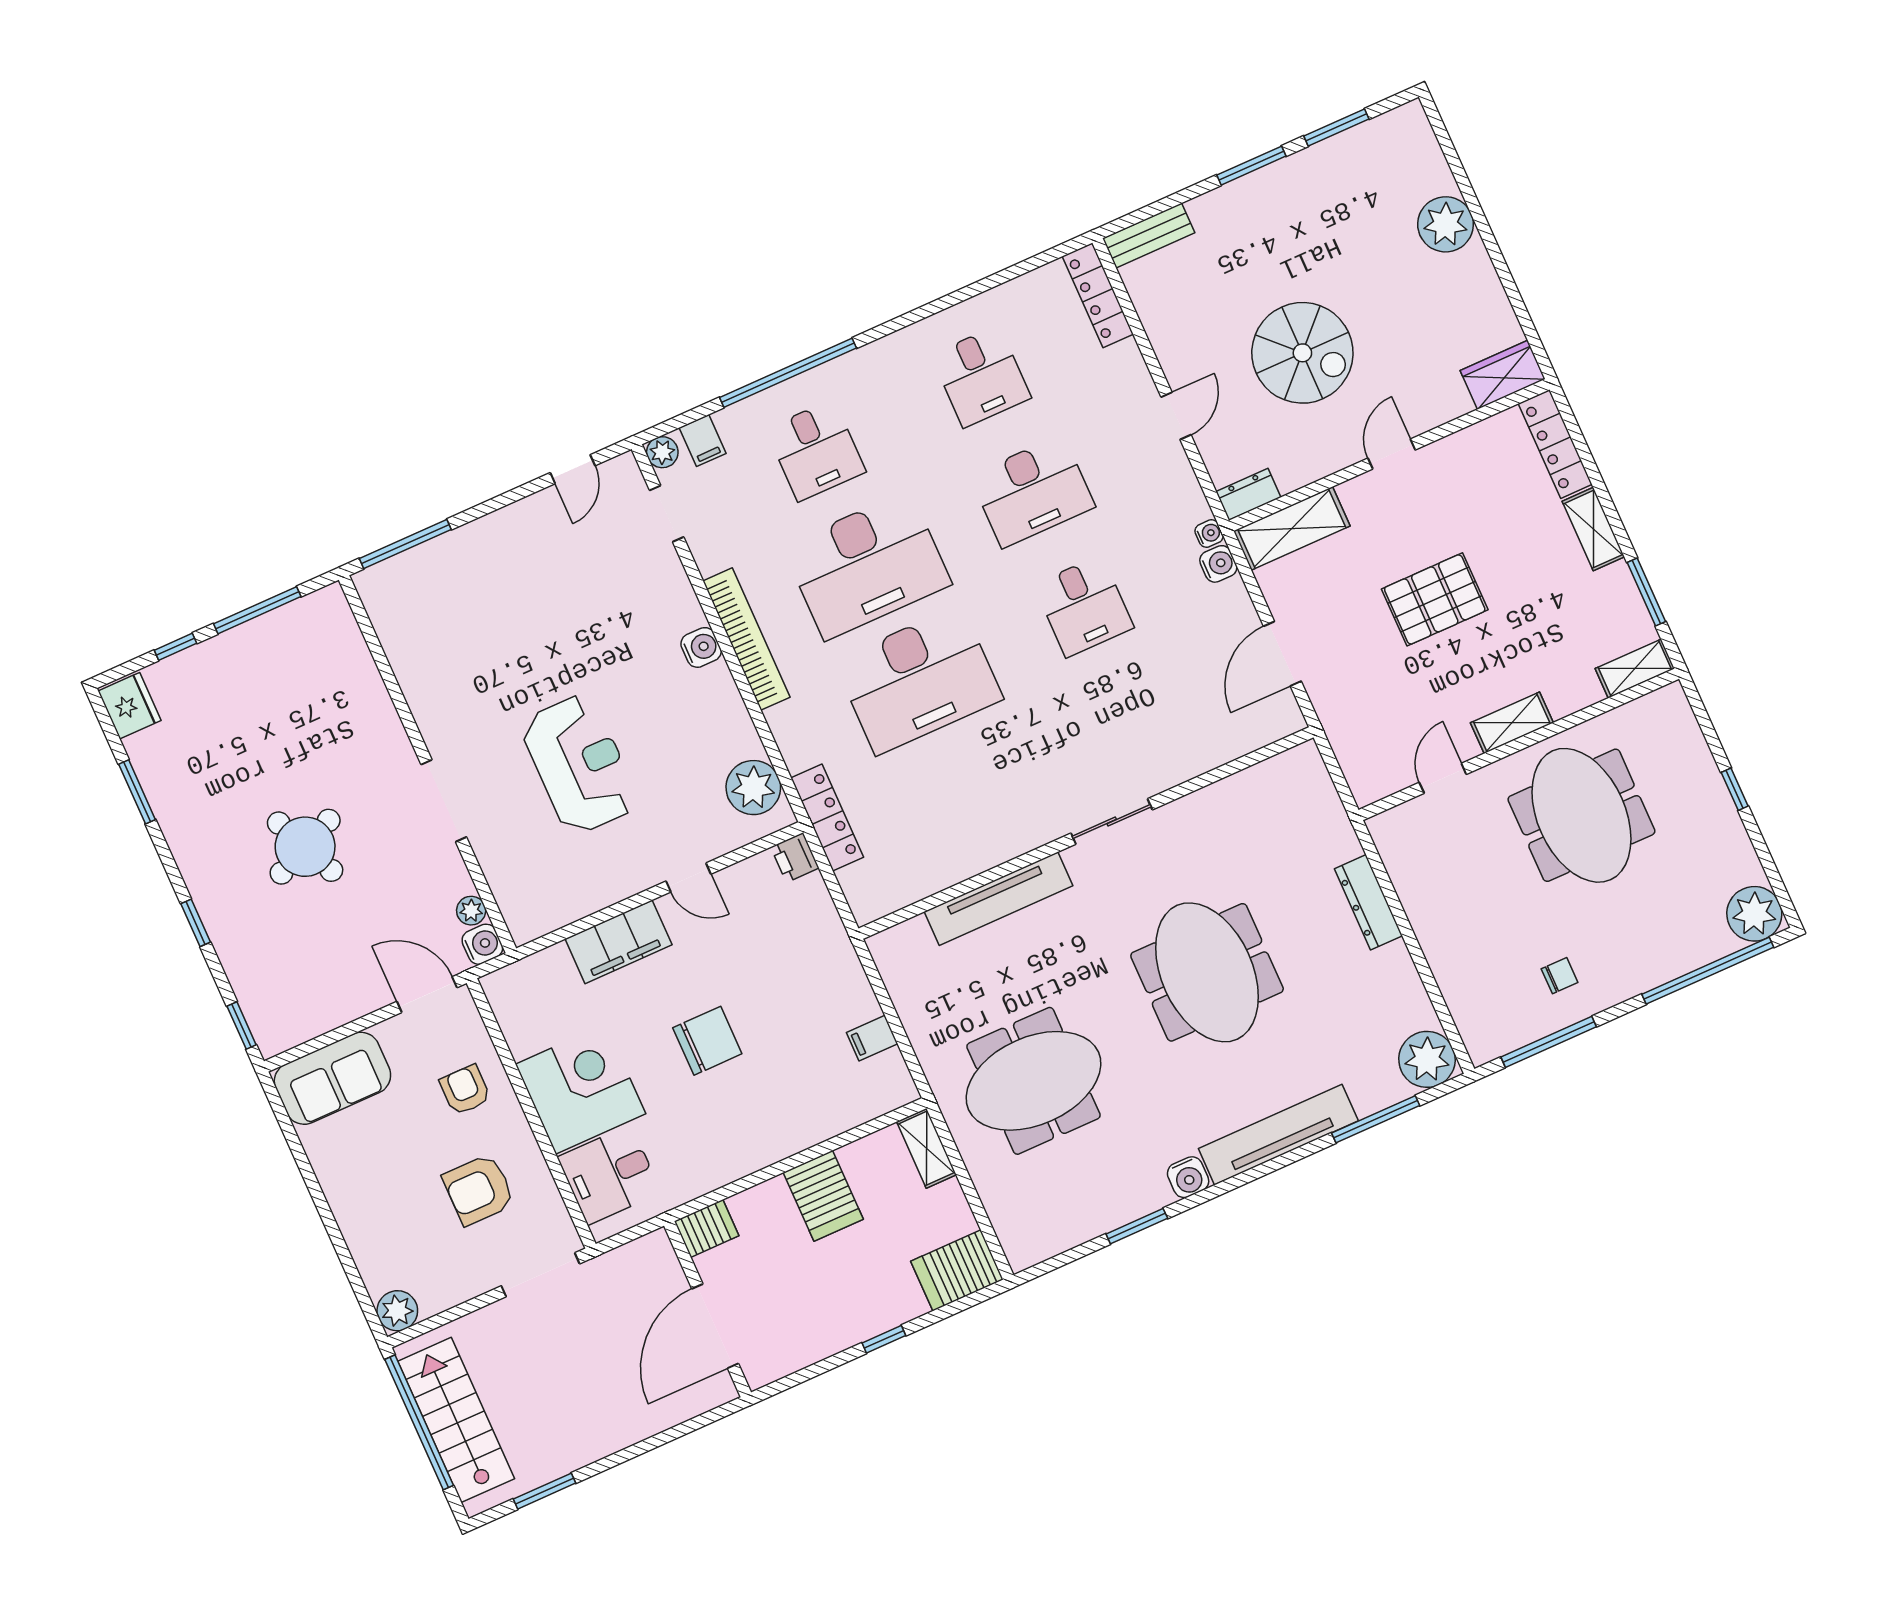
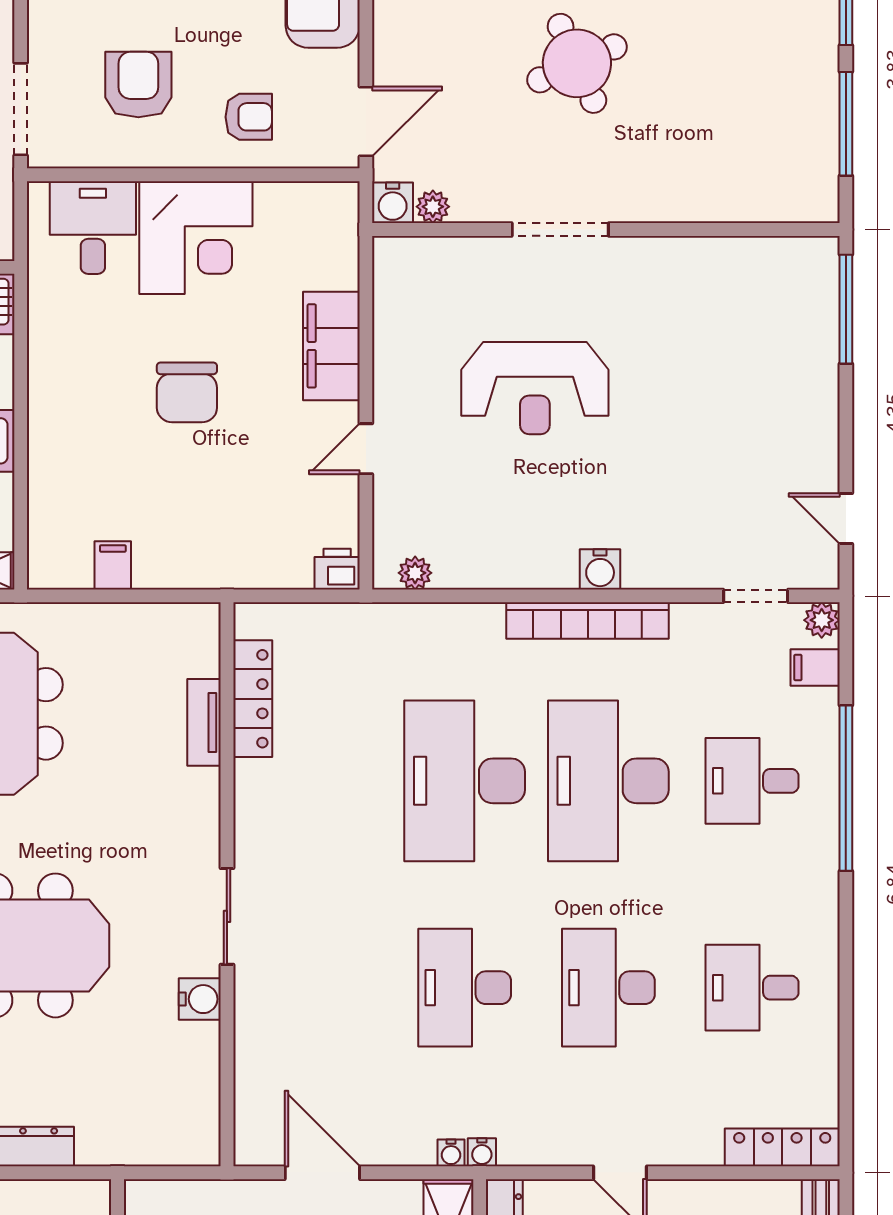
water cooler: (1218, 564) -> (451, 1153), width x0.72, depth x0.72
desk: (1084, 606) -> (465, 988), width x1.37
plant: (753, 788) -> (415, 573), width x0.53, depth x0.53
water cooler: (1187, 814) -> (200, 999), added
locker: (827, 818) -> (253, 699), moved, turned -90
tv unit: (999, 899) -> (204, 722), width x0.52, depth x0.78

